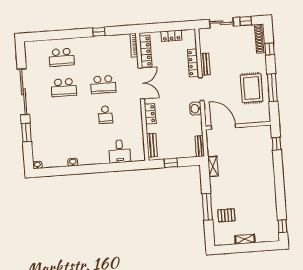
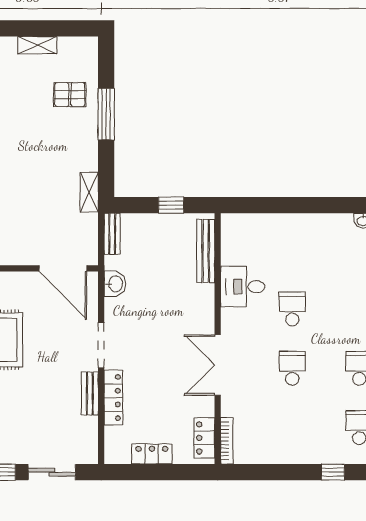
window: (99, 32) -> (333, 472), moved
locker: (146, 51) -> (204, 438), width x0.66
school desk: (103, 85) -> (292, 368), width x0.54
washbasin: (196, 109) -> (115, 284), moved
locker: (150, 114) -> (205, 304), removed
bench: (152, 145) -> (206, 251), width x1.36
desk: (120, 151) -> (243, 287), moved, turned -90

